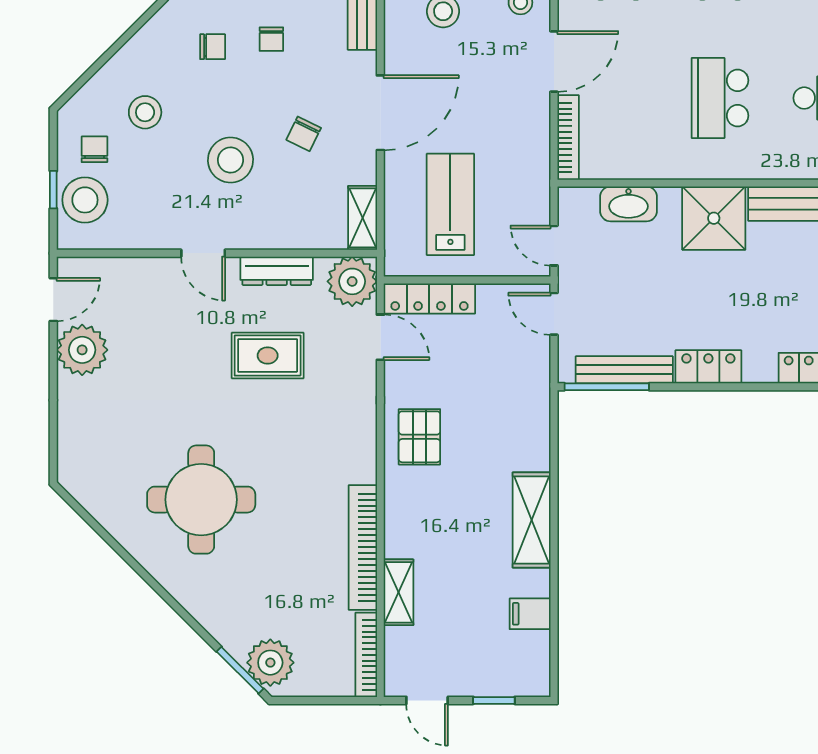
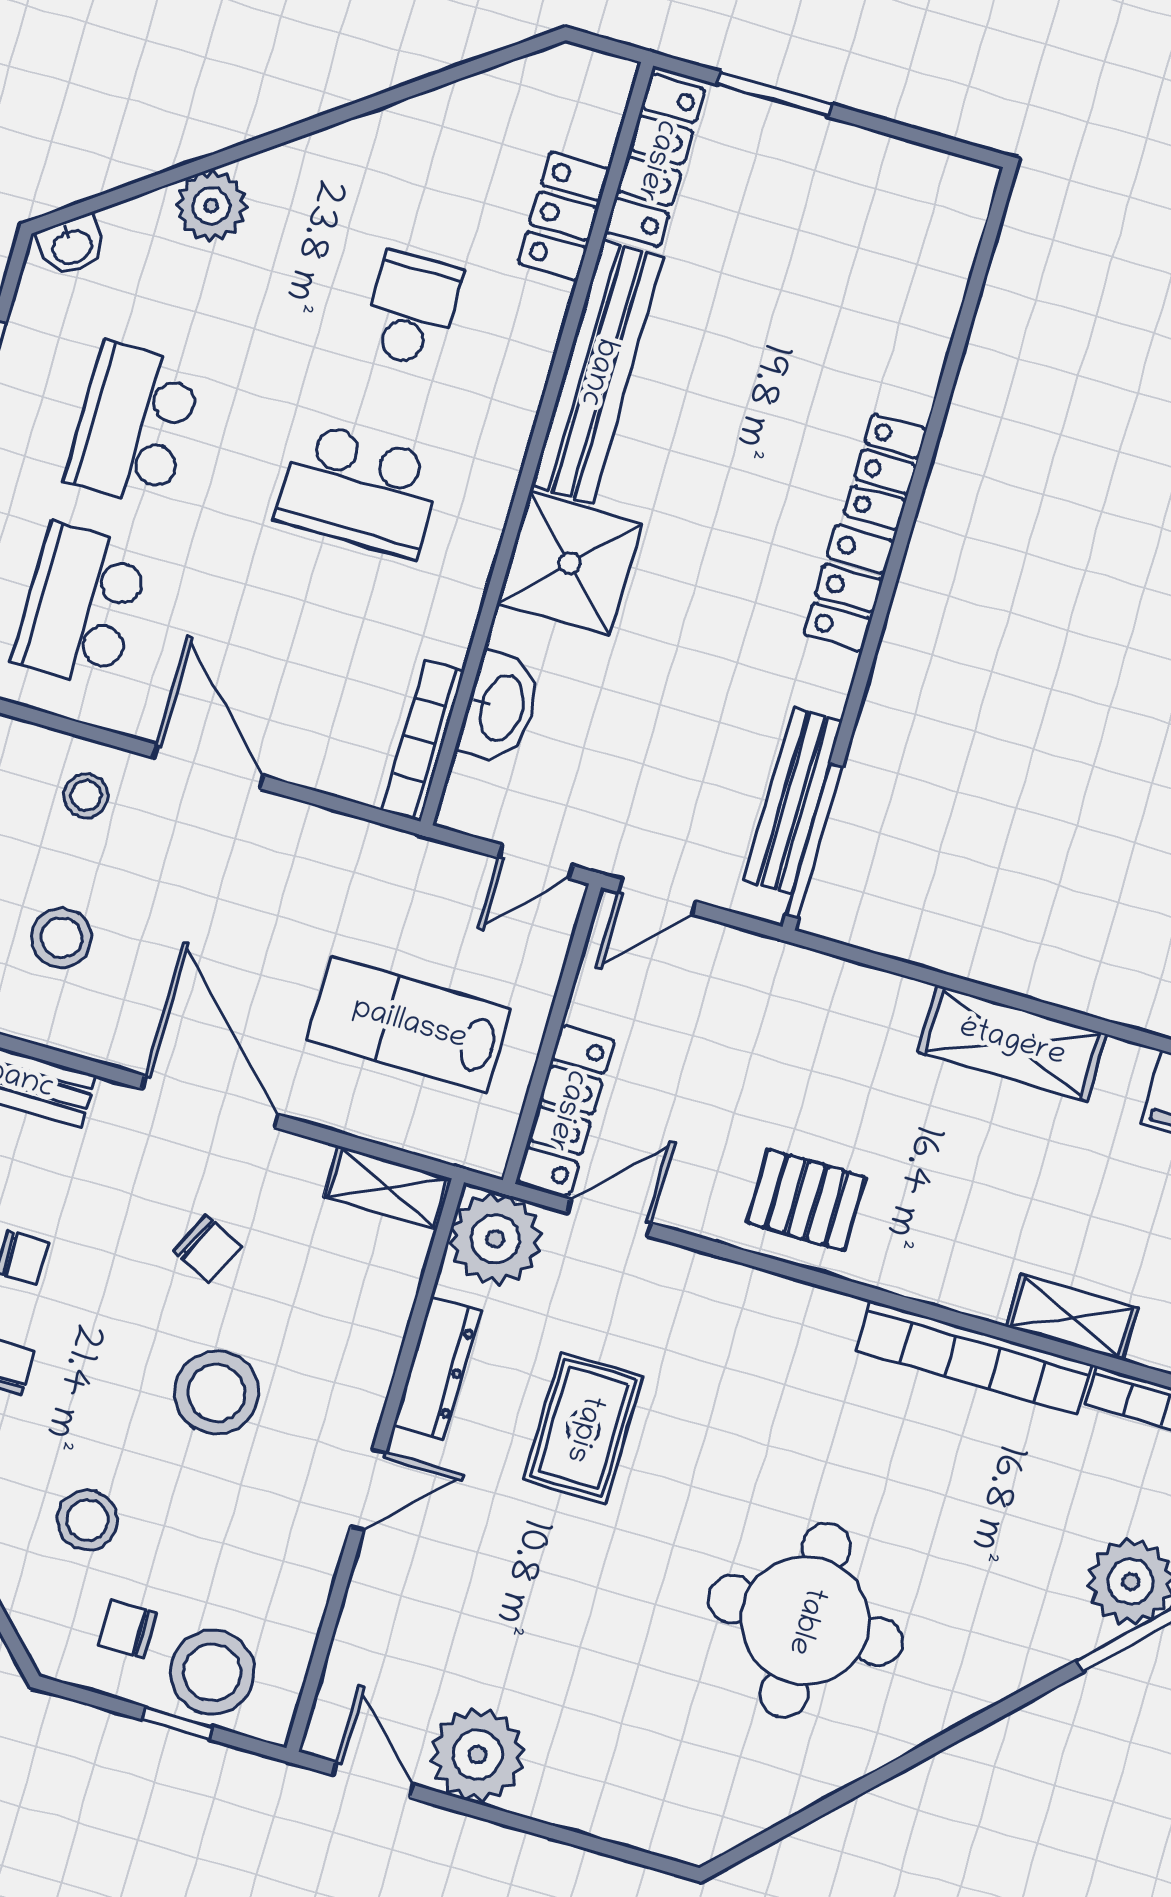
bookcase: (568, 138) -> (423, 741), moved, turned -90
locker: (708, 367) -> (849, 588), moved

